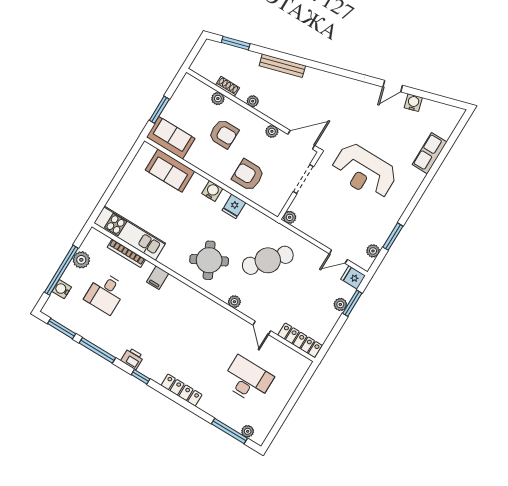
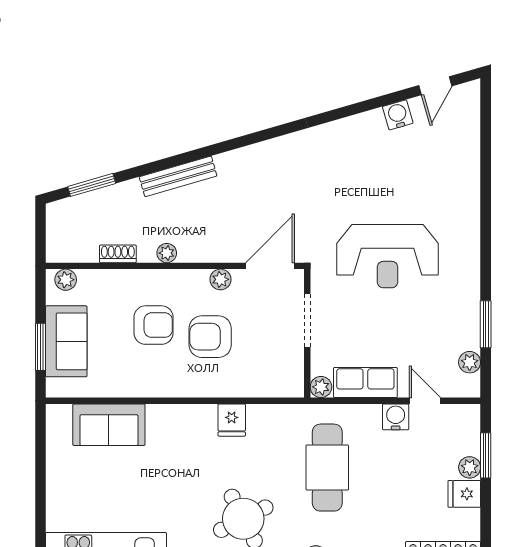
door: (393, 86) -> (435, 86), moved
plant: (218, 99) -> (66, 280), moved
sofa: (171, 138) -> (66, 341), moved, turned 90
row of seats: (430, 153) -> (365, 382), moved, turned 90
armchair: (248, 175) -> (210, 337), moved
water cooler: (212, 191) -> (396, 417), moved
door: (338, 257) -> (425, 401), swing flipped
cafe table: (268, 260) -> (327, 468), turned -41
fridge: (353, 277) -> (464, 494), moved

